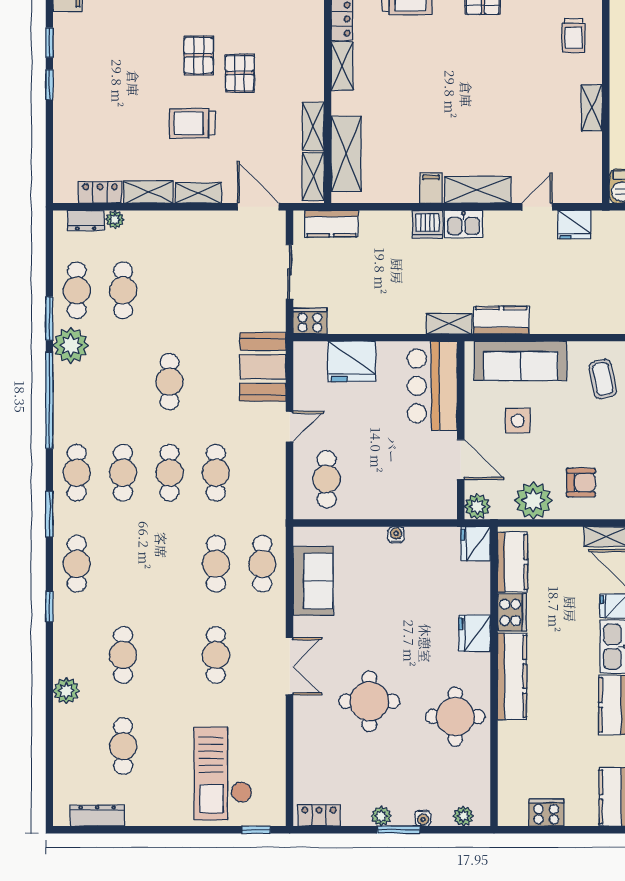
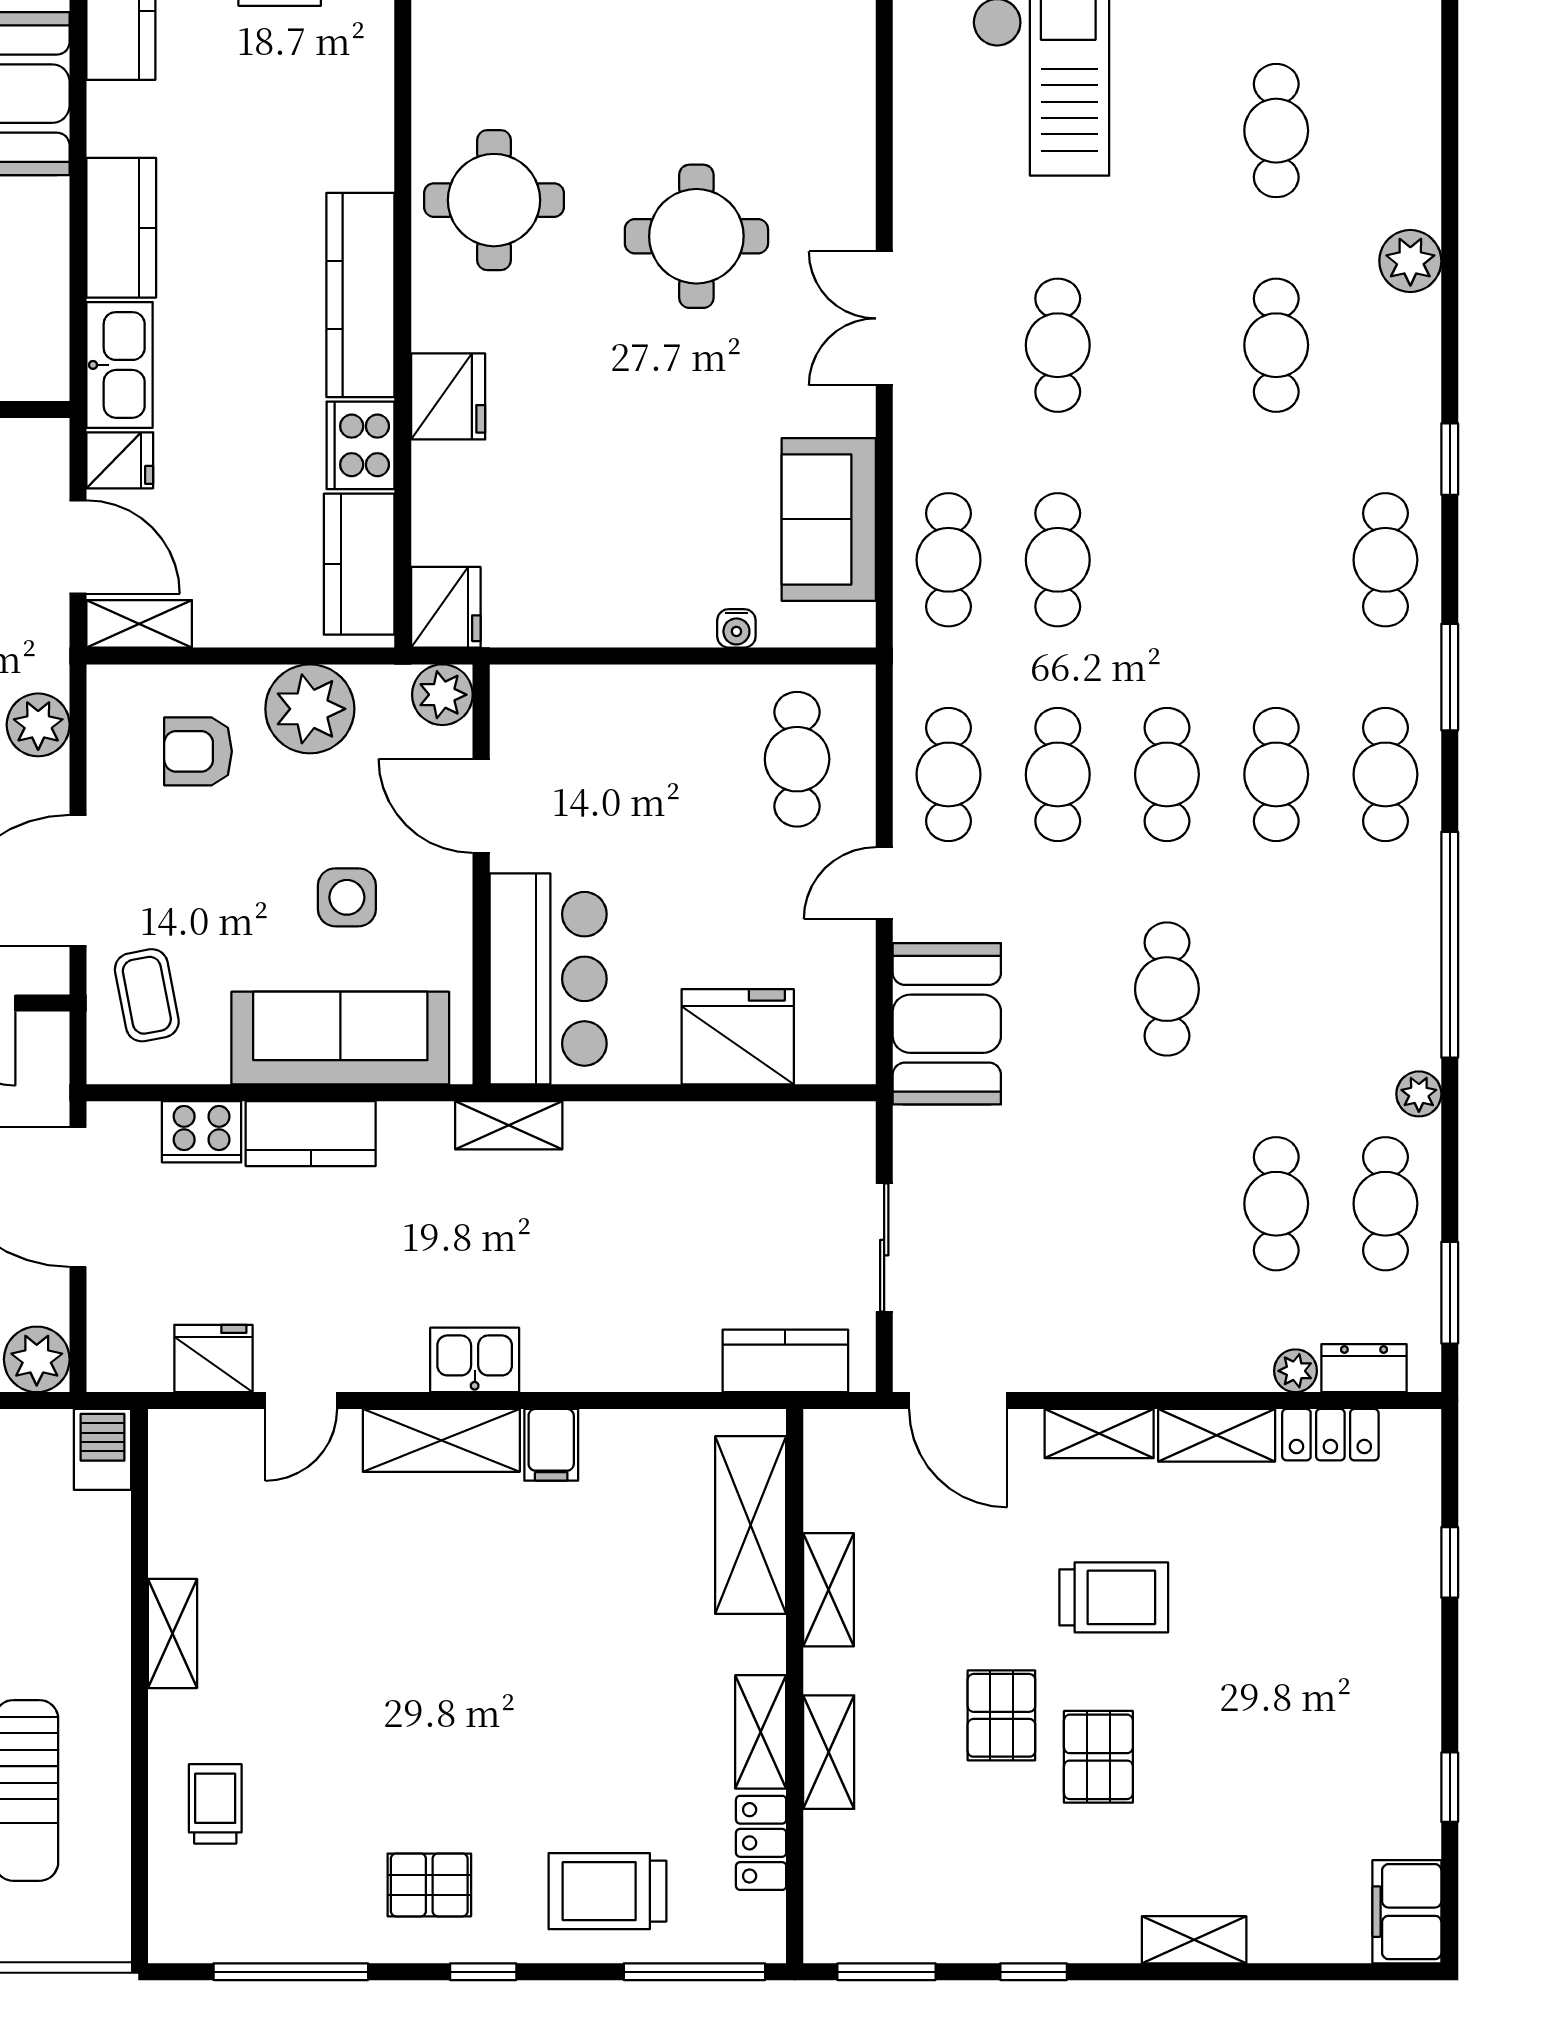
window: (49, 85) -> (1450, 1562), moved
shelving: (313, 177) -> (829, 1752), moved
dishwasher: (428, 224) -> (559, 1359), removed
window: (49, 318) -> (1450, 1293), moved
kitchen counter: (501, 320) -> (311, 1134), moved
cooker: (310, 321) -> (202, 1132), moved
plant: (71, 345) -> (1419, 1094), width x0.53, depth x0.53
cafe table: (262, 473) -> (948, 774), added
water cooler: (396, 535) -> (736, 628), moved

